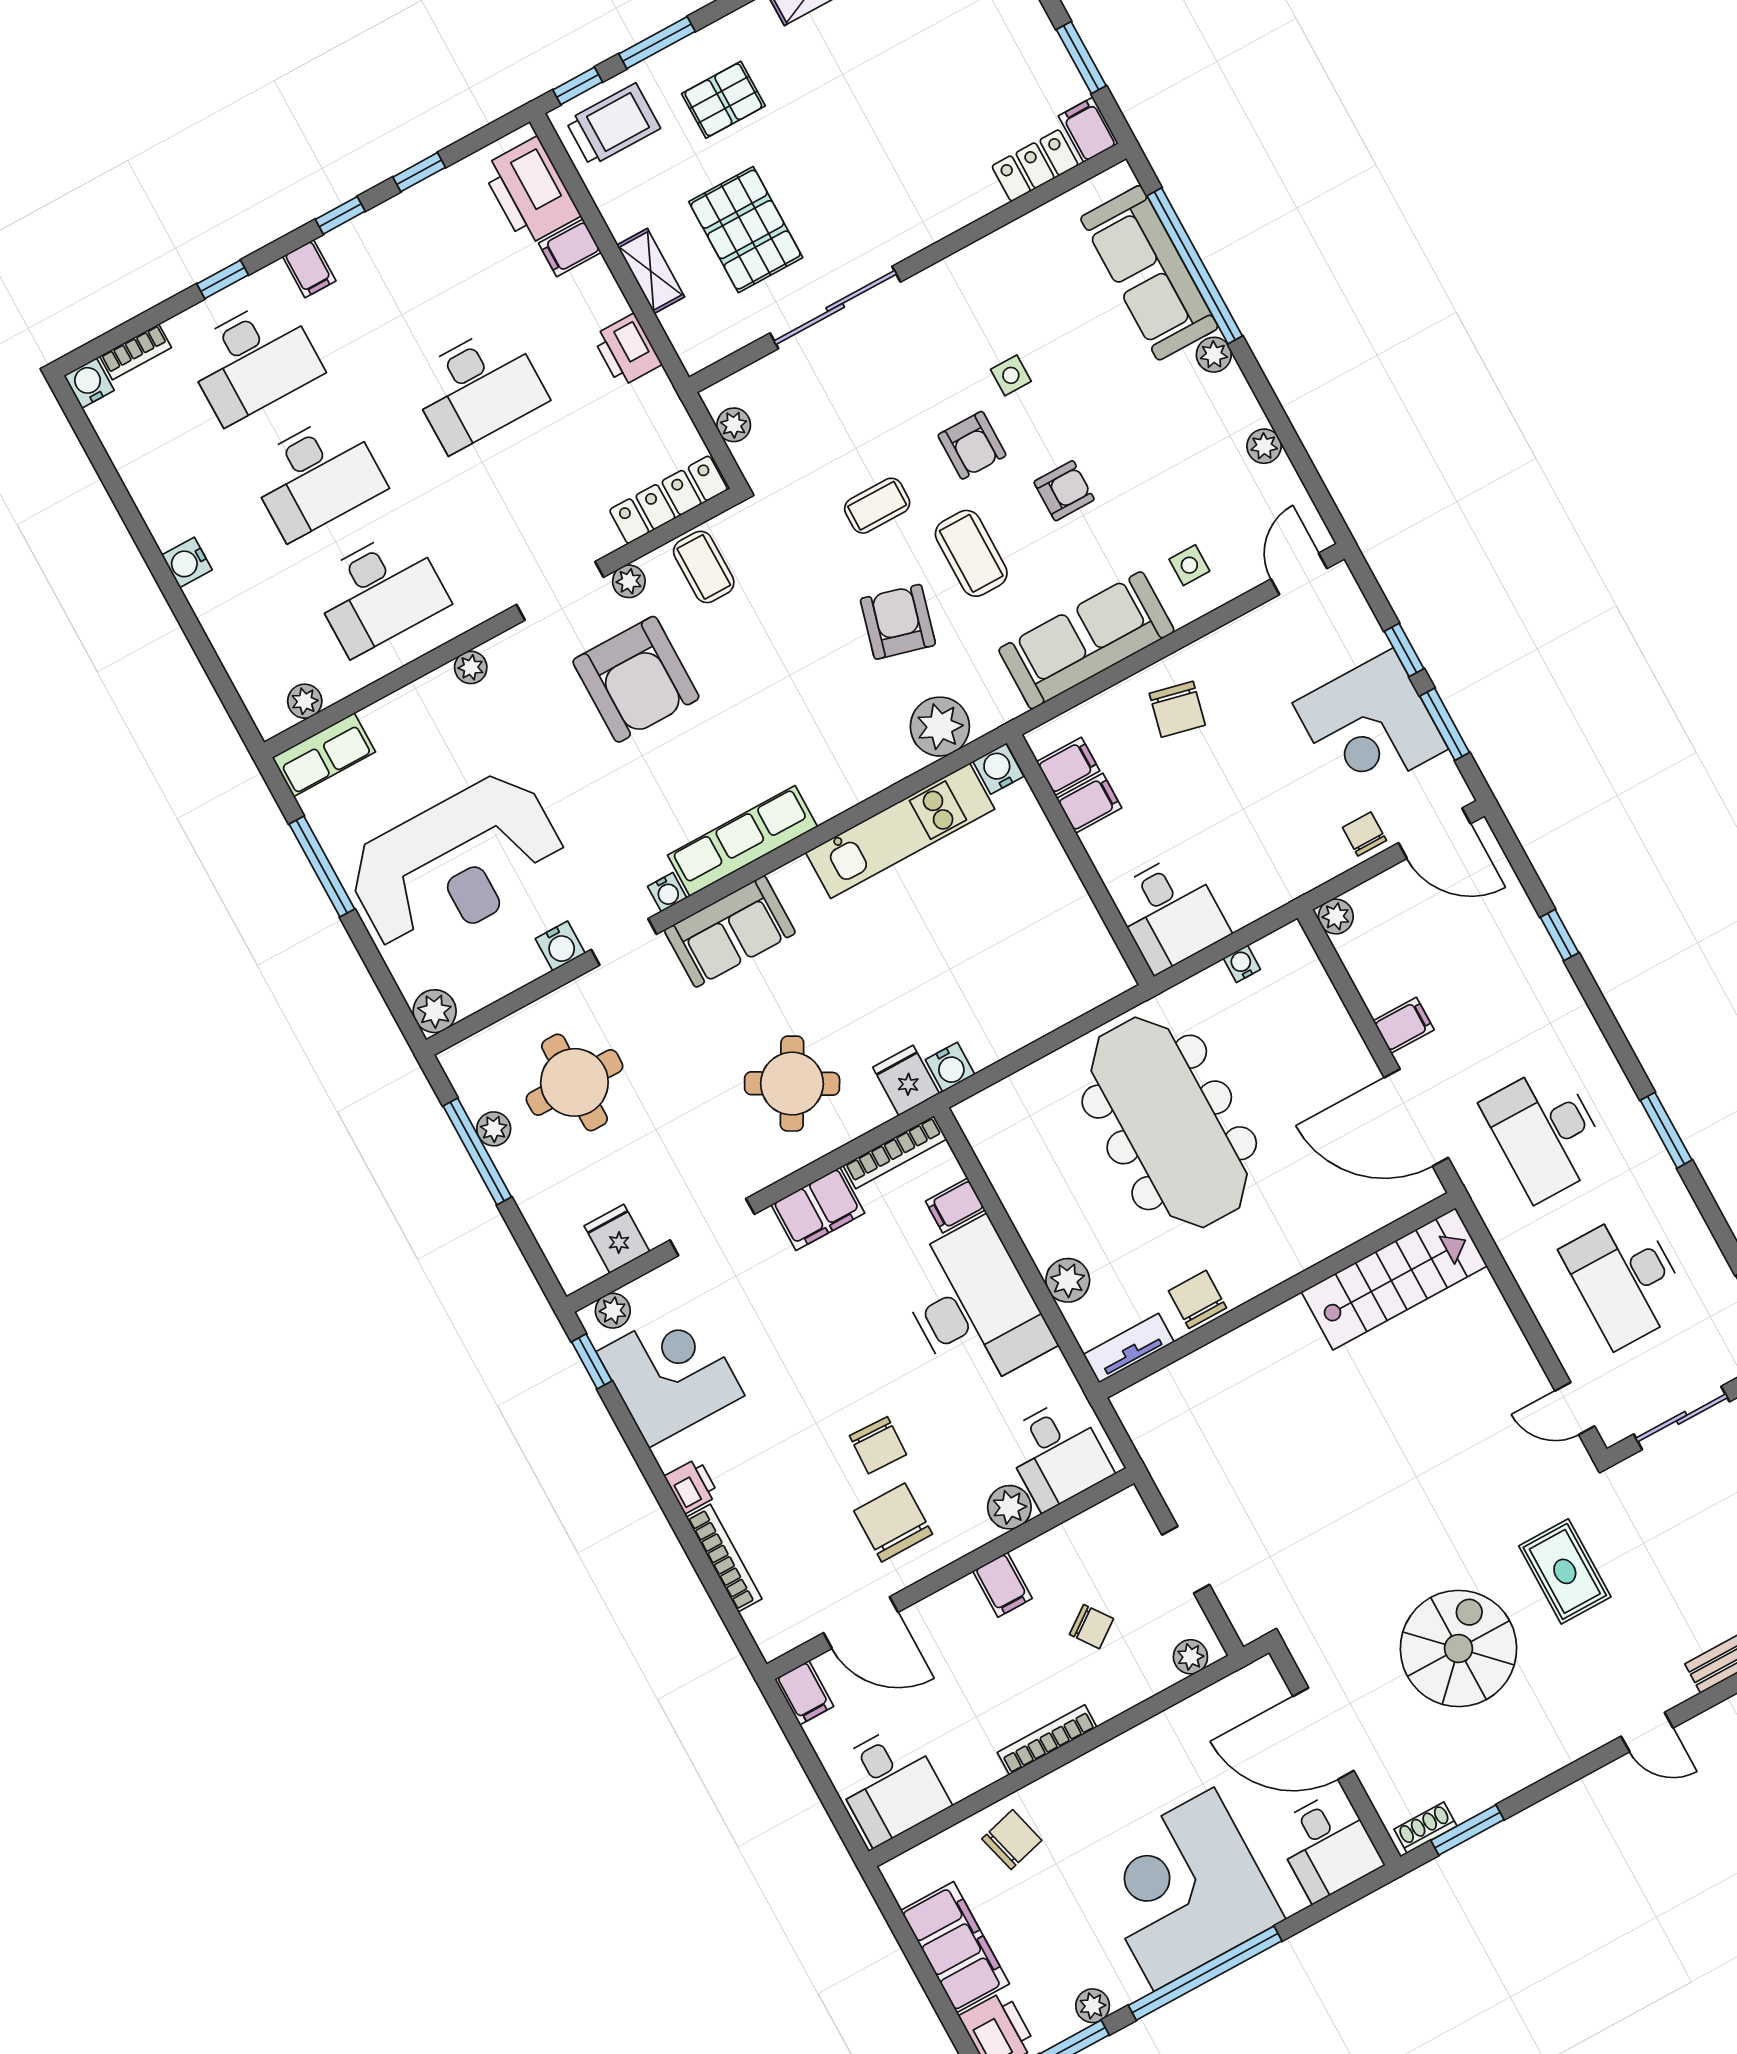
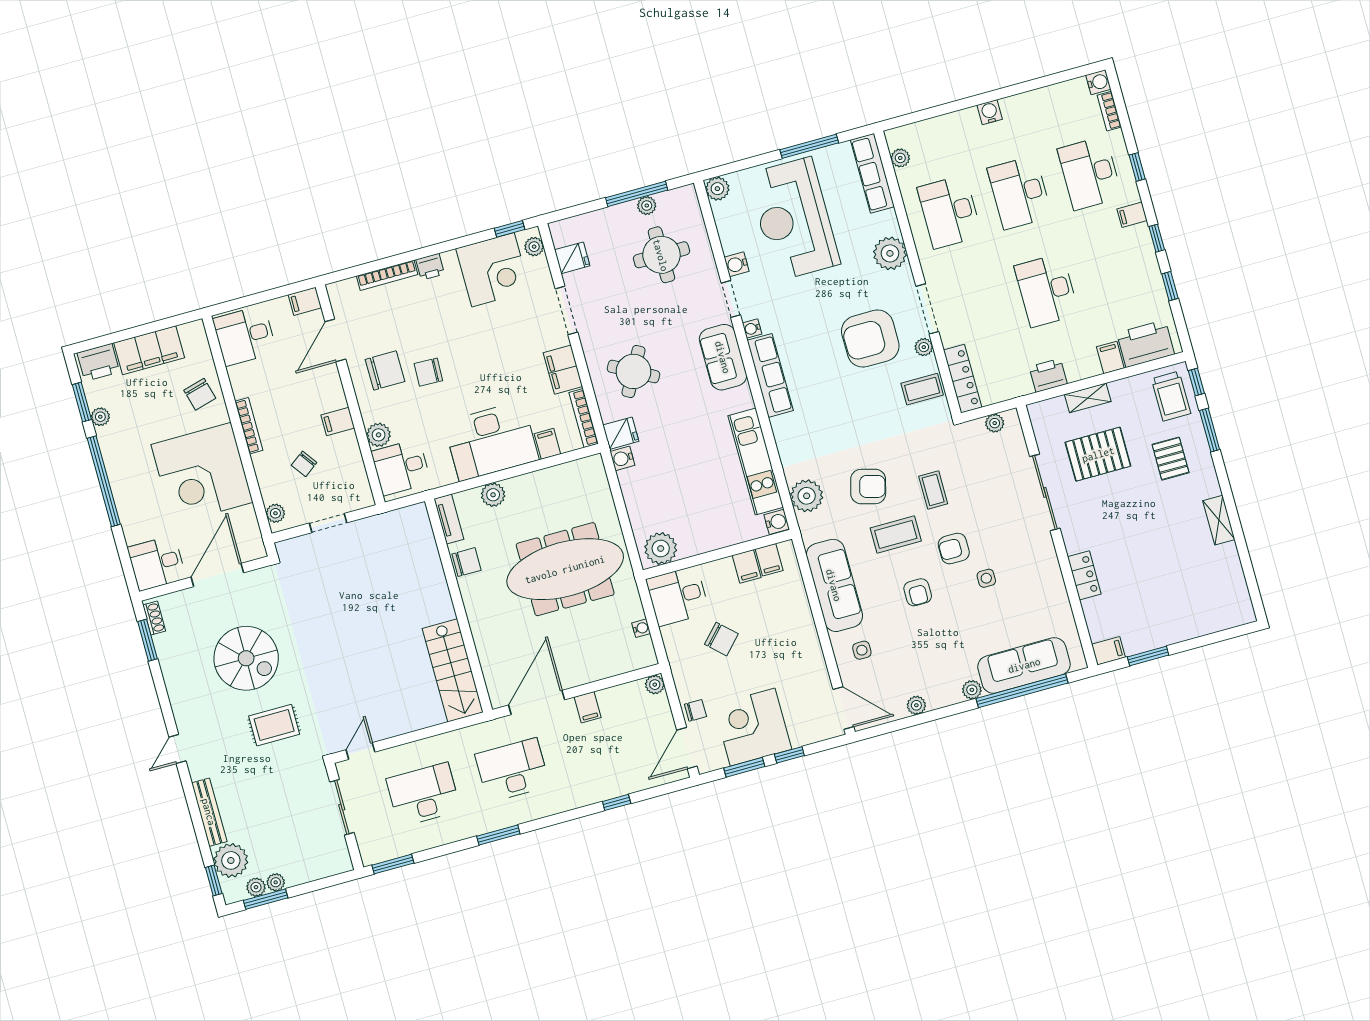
locker: (1035, 166) -> (1084, 575), moved
door: (1299, 574) -> (843, 708), width x1.38
plant: (471, 667) -> (890, 253), width x1.87, depth x1.87
chair: (1177, 709) -> (721, 639), moved, turned -150
row of seats: (324, 755) -> (872, 173), width x1.48
plant: (1093, 962) -> (661, 548), added
corner desk: (1184, 1889) -> (202, 473), moved, turned 180

